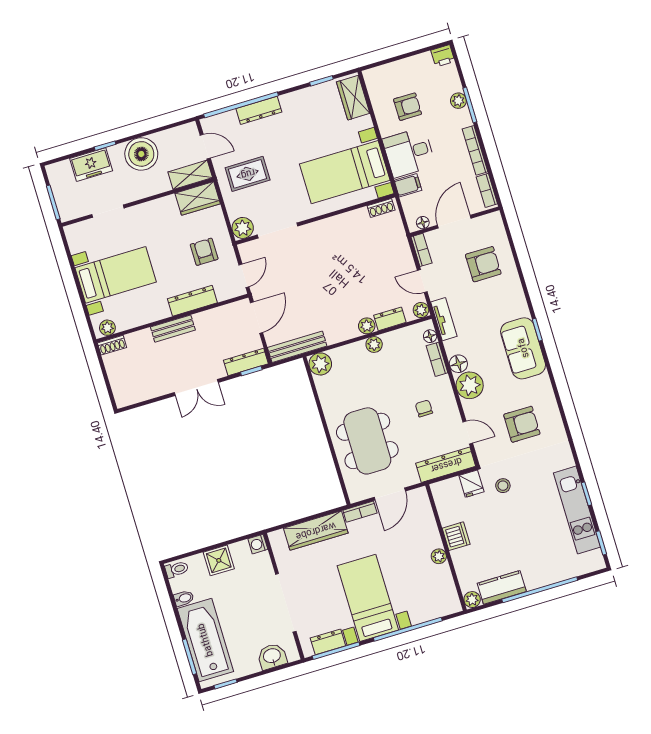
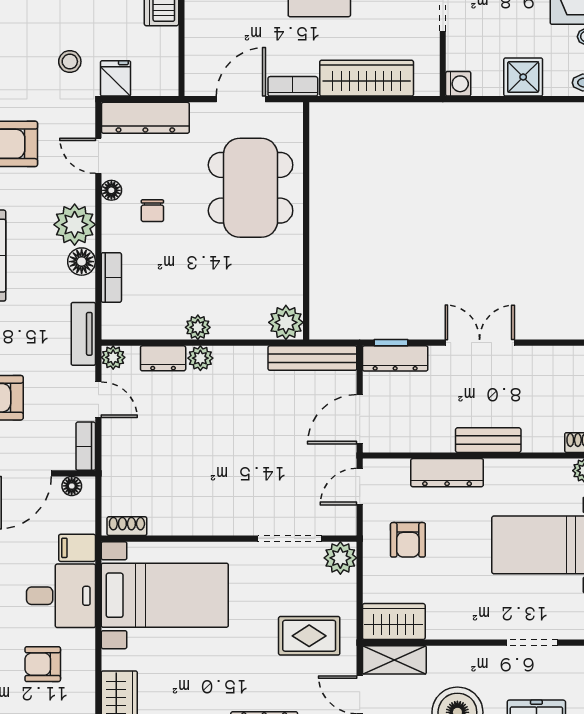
floor lamp: (430, 336) -> (111, 190), moved

